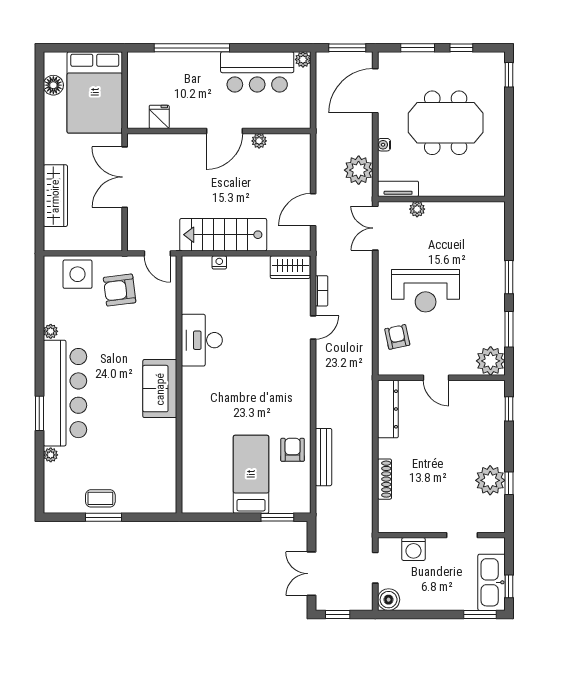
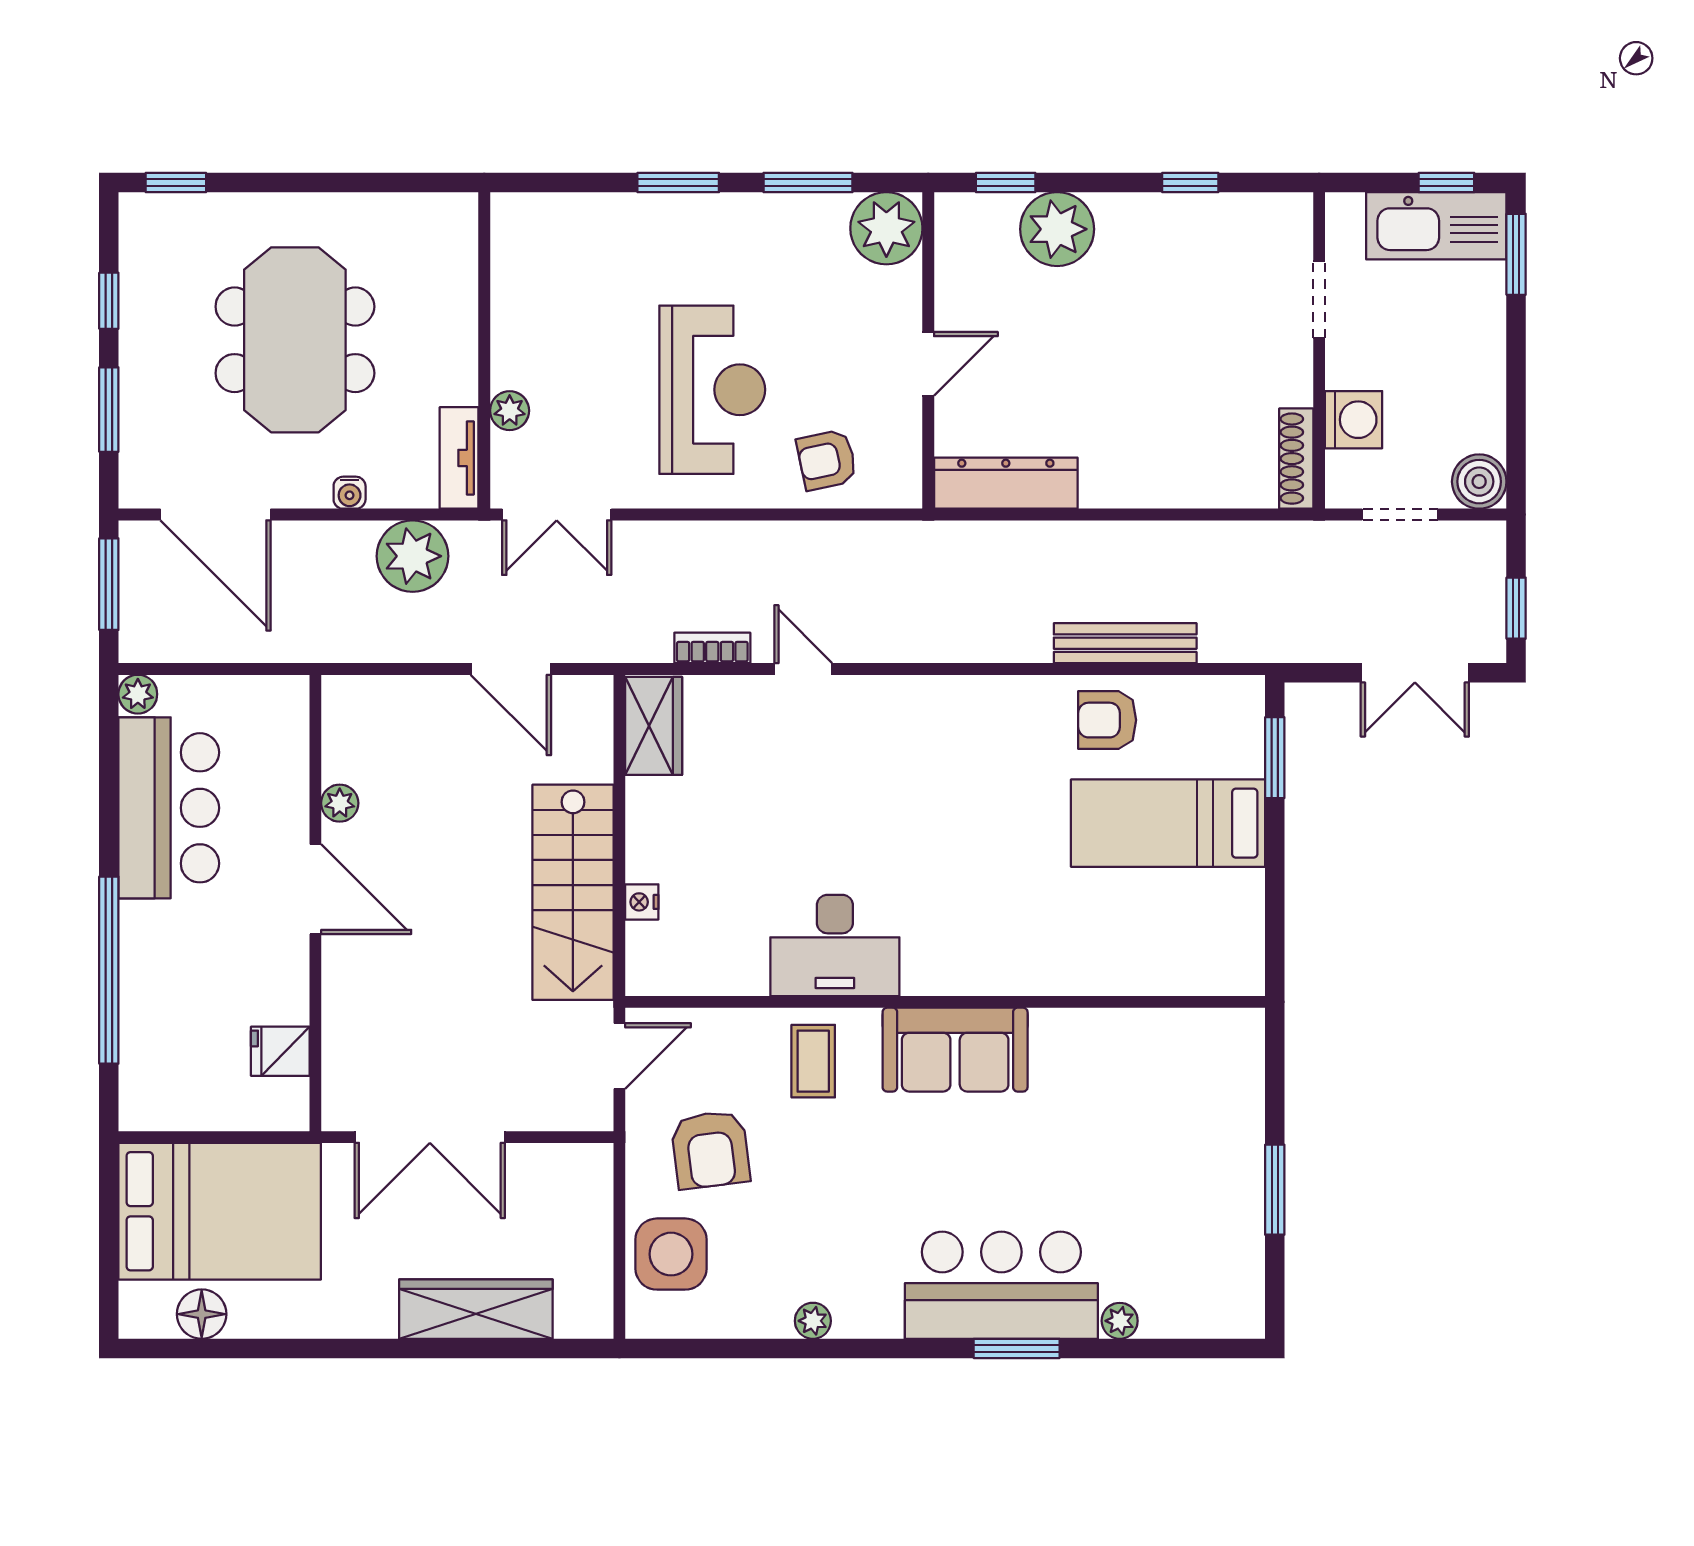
bar counter: (65, 393) -> (1001, 1285), width x0.73
shoe rack: (384, 479) -> (1296, 459), moved, turned -90
plant: (490, 480) -> (1057, 229), moved
coffee table: (100, 498) -> (813, 1061), moved

